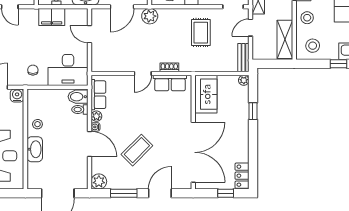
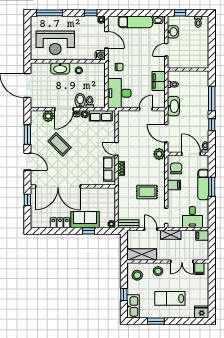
sofa: (206, 94) -> (85, 220), moved, turned 180
bidet: (78, 97) -> (80, 101), moved
locker: (242, 176) -> (60, 223), moved
plant: (99, 182) -> (48, 116), moved
window: (226, 193) -> (27, 200), moved

